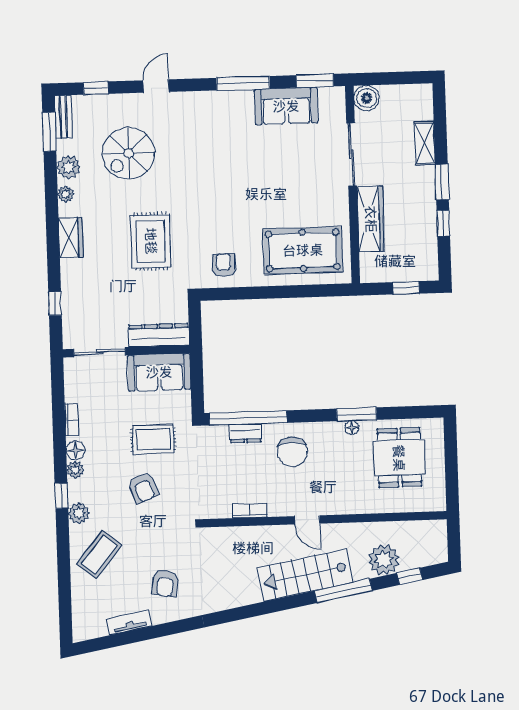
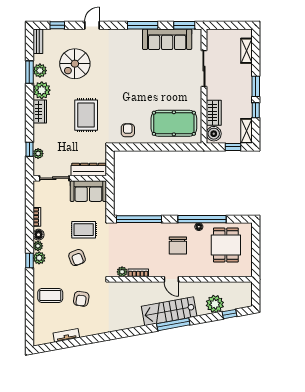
boiler: (367, 98) -> (214, 134), moved
sofa: (286, 106) -> (167, 39), width x1.36
window: (49, 132) -> (29, 72), moved
shelving: (425, 143) -> (246, 51), moved
plant: (66, 194) -> (42, 90), width x1.88, depth x1.88
wardrobe: (371, 219) -> (214, 113), width x0.67
shelving: (429, 259) -> (247, 131), added
plant: (70, 310) -> (38, 154), added
window: (357, 414) -> (202, 219), width x2.11
dresser: (245, 433) -> (137, 228), removed
chair: (292, 452) -> (178, 246), moved
plant: (222, 510) -> (122, 272), added
plant: (79, 513) -> (39, 258), moved
coffee table: (99, 555) -> (50, 295), turned 51
armchair: (165, 583) -> (81, 299), moved
window: (343, 591) -> (173, 324), moved

